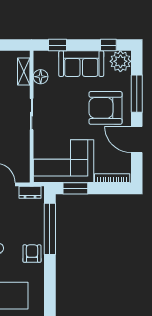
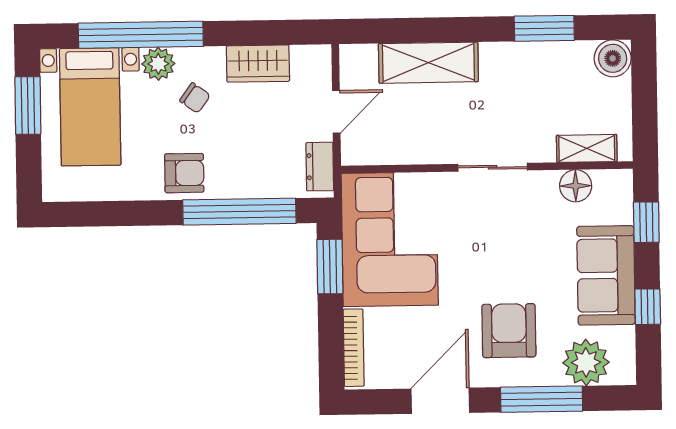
window: (108, 45) -> (648, 307), moved
plant: (120, 61) -> (586, 362), moved
armchair: (106, 108) -> (509, 331), width x0.73, depth x0.73

